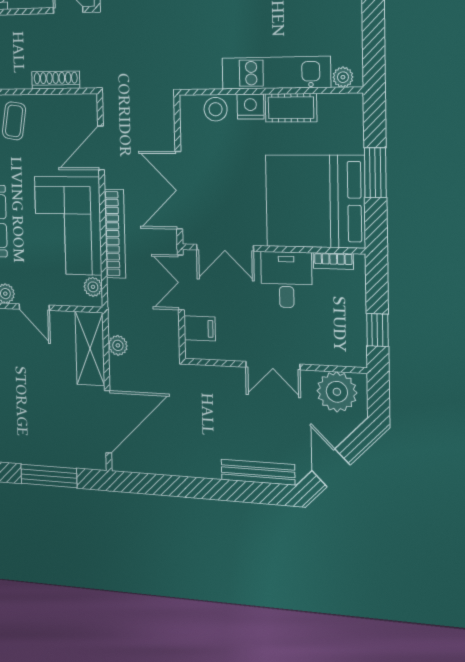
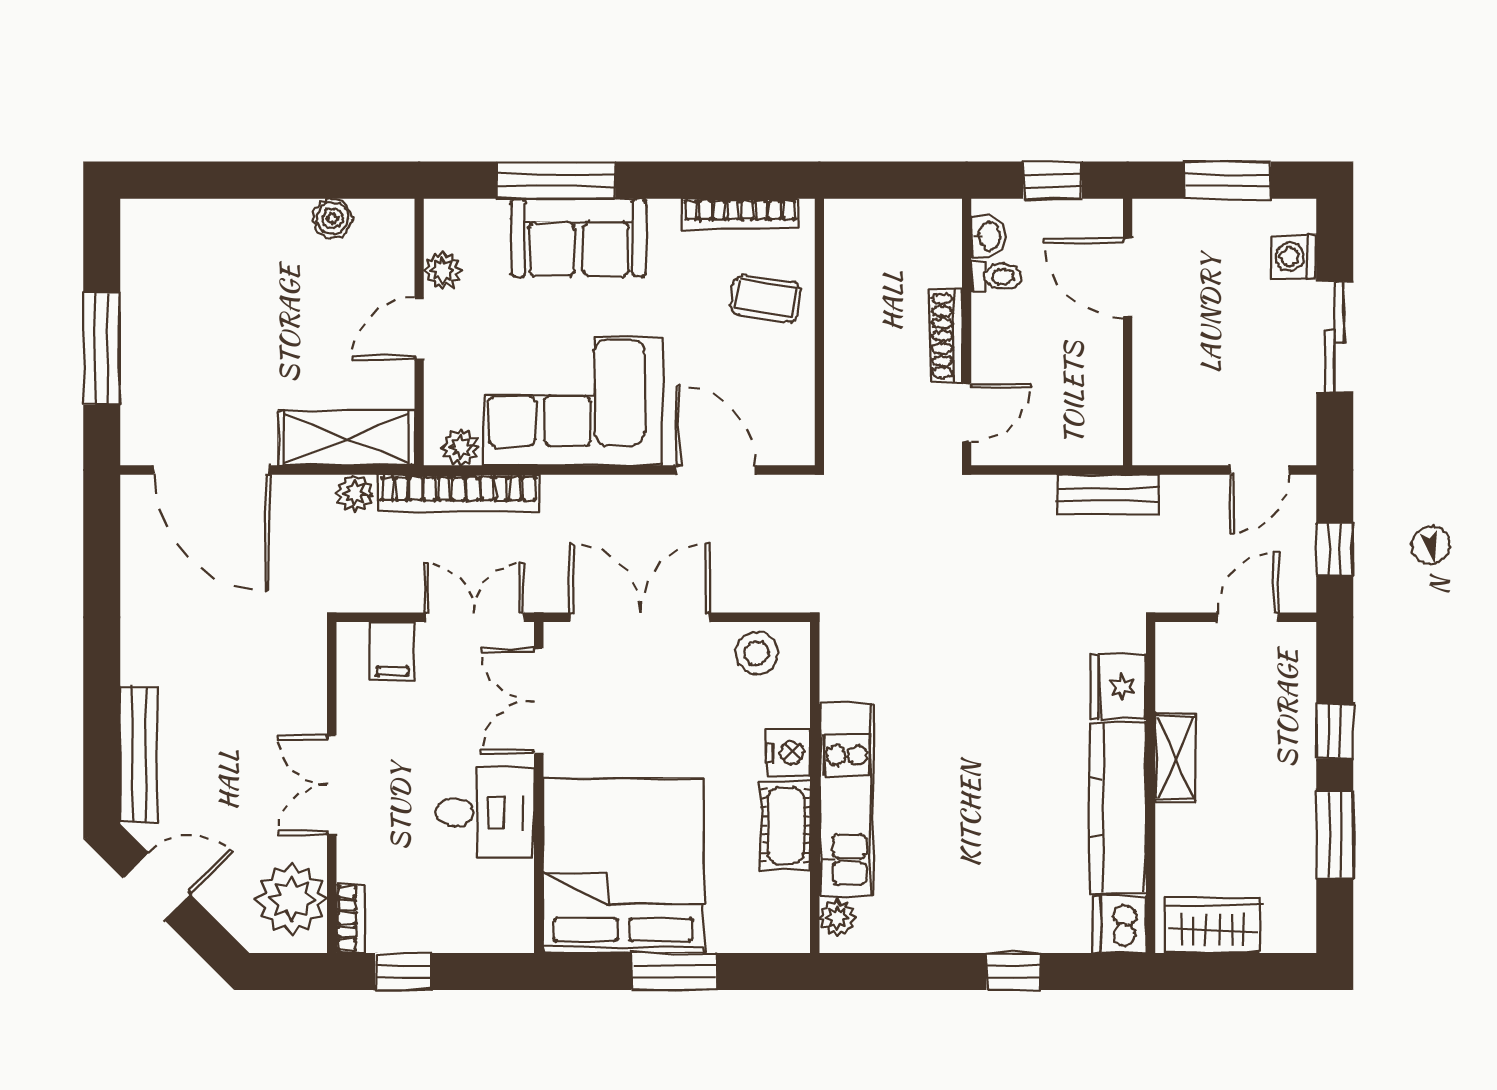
shoe rack: (56, 80) -> (946, 336), moved, turned 180
stool: (216, 109) -> (757, 653), moved
bookcase: (115, 234) -> (458, 493), moved
bookcase: (333, 261) -> (350, 918), moved, turned 180

